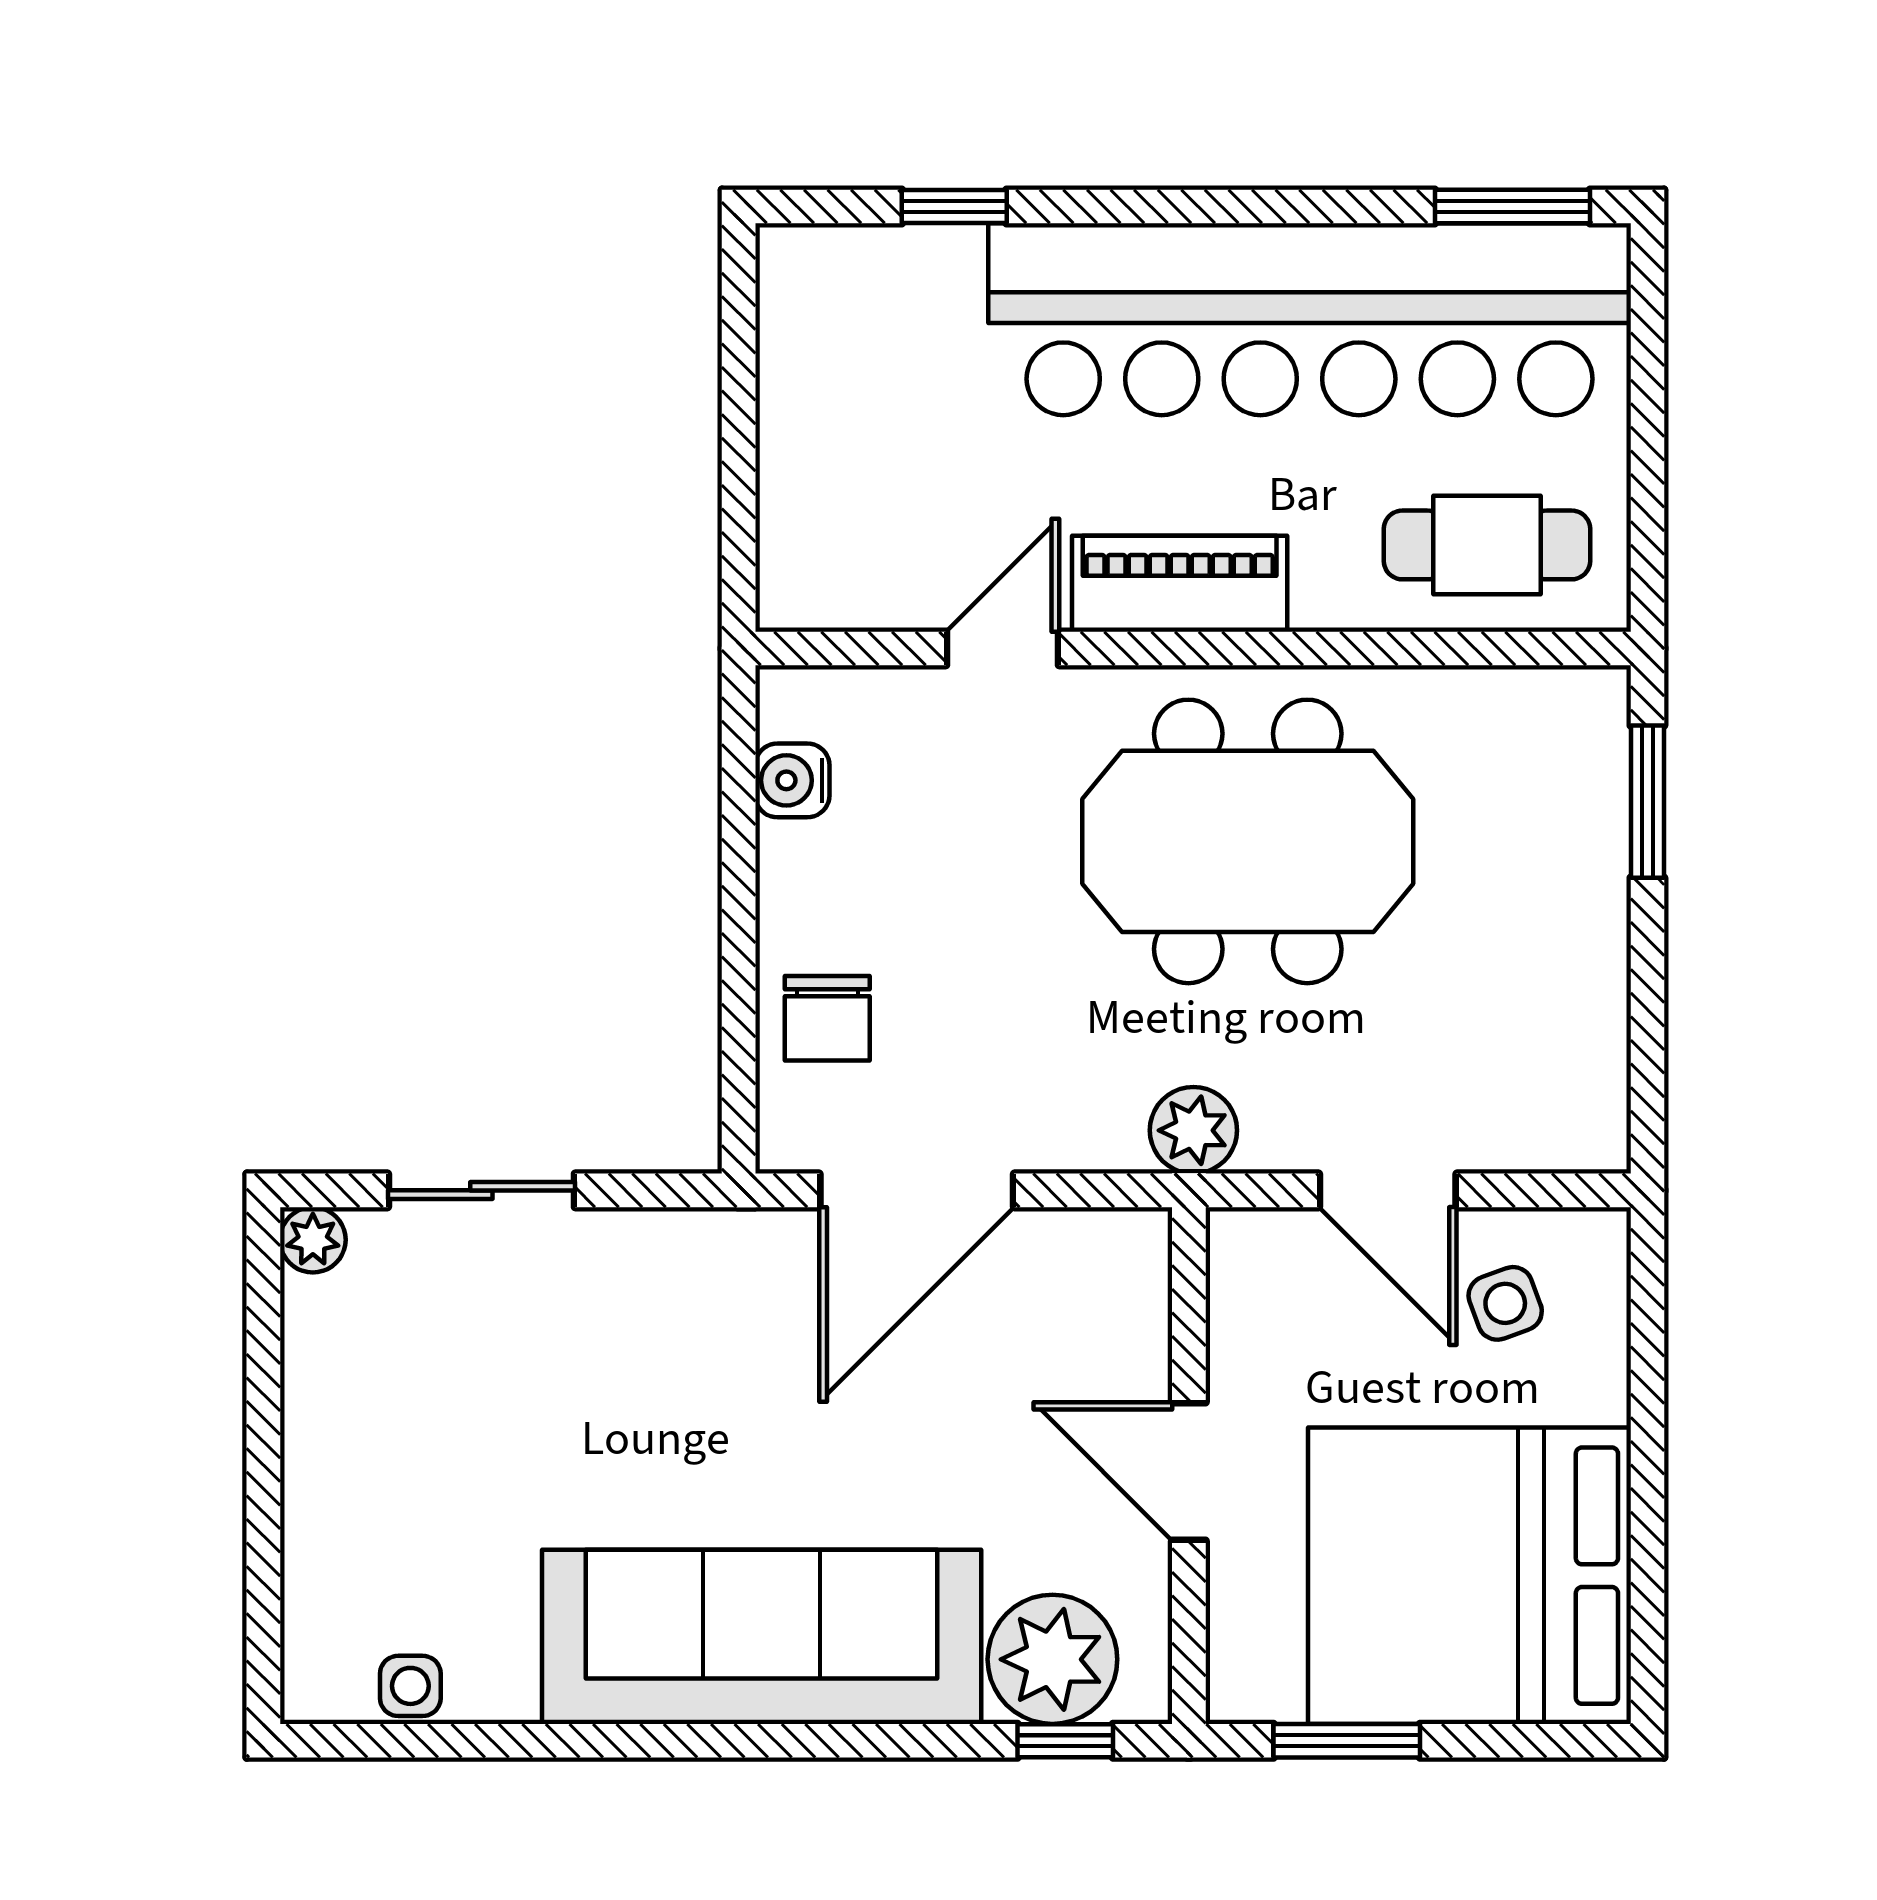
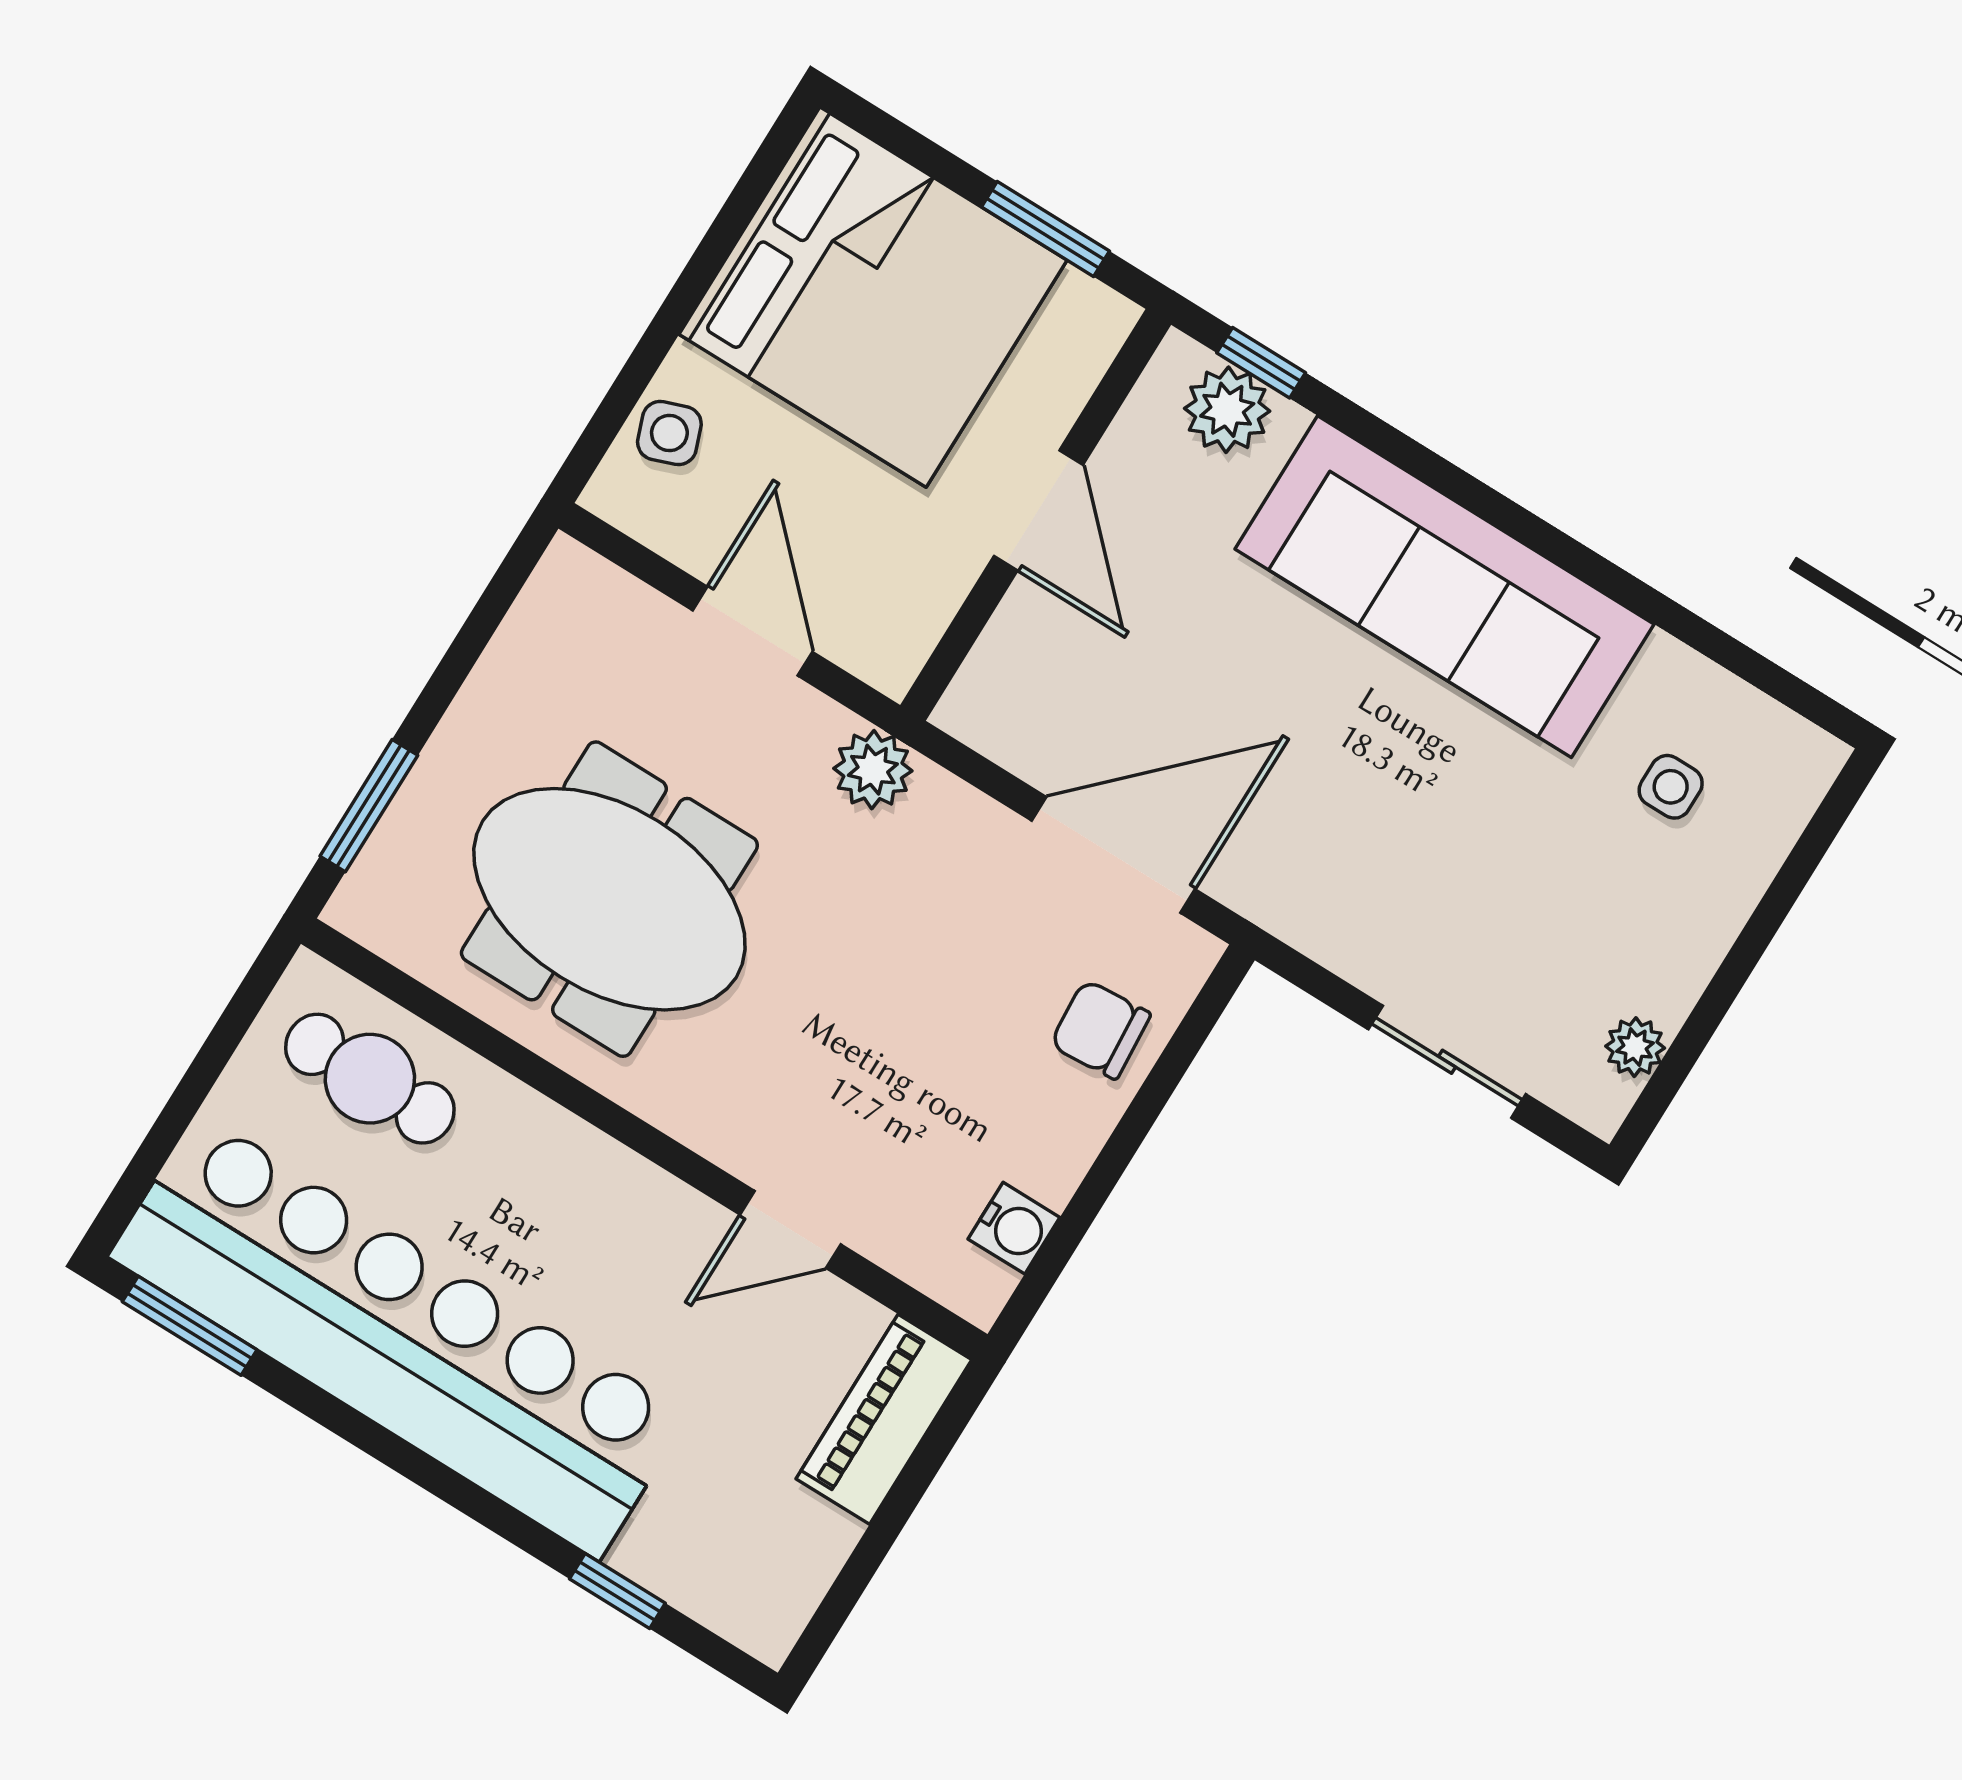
piano: (1180, 584) -> (884, 1419), moved, turned 90
meeting table: (1248, 841) -> (609, 899), moved
chair: (827, 1018) -> (1100, 1029), turned -94
plant: (313, 1240) -> (1635, 1047), moved
side table: (1505, 1303) -> (669, 433), moved
plant: (1052, 1659) -> (1227, 410), width x0.73, depth x0.73
side table: (410, 1686) -> (1671, 787), moved

